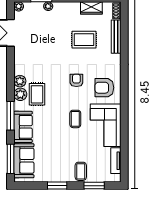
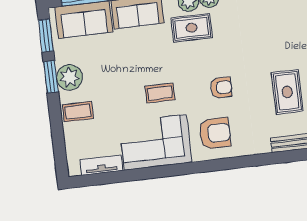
armchair: (104, 88) -> (215, 133), turned 90
plant: (59, 174) -> (69, 77), added
window: (94, 186) -> (46, 36), moved

